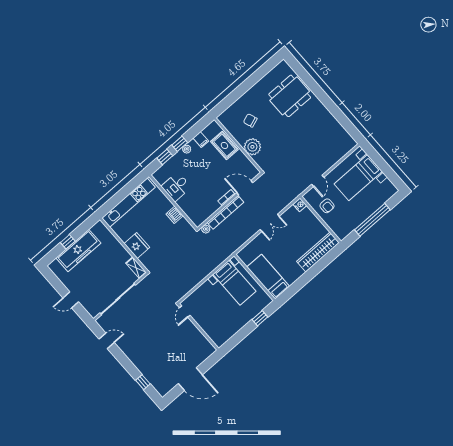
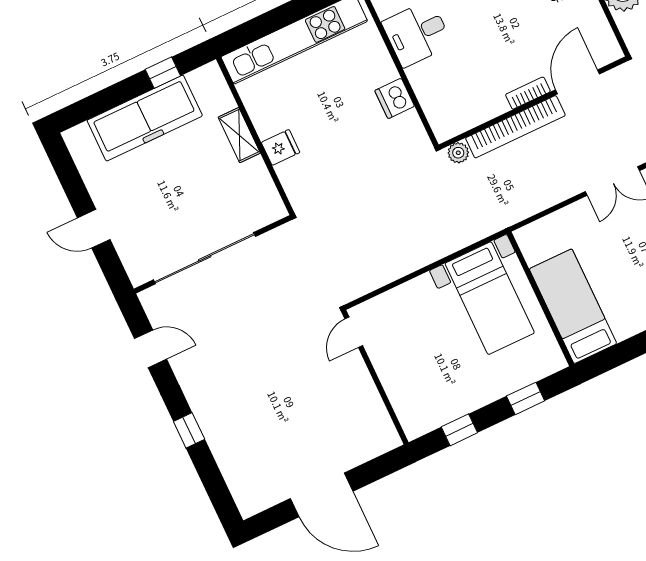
door: (245, 188) -> (578, 82), hinge flipped
window: (68, 242) -> (163, 73), moved
fridge: (137, 245) -> (281, 147), width x0.53, depth x0.75
shelving: (136, 268) -> (239, 135), moved
window: (237, 338) -> (459, 430), added
window: (143, 382) -> (189, 430), moved

